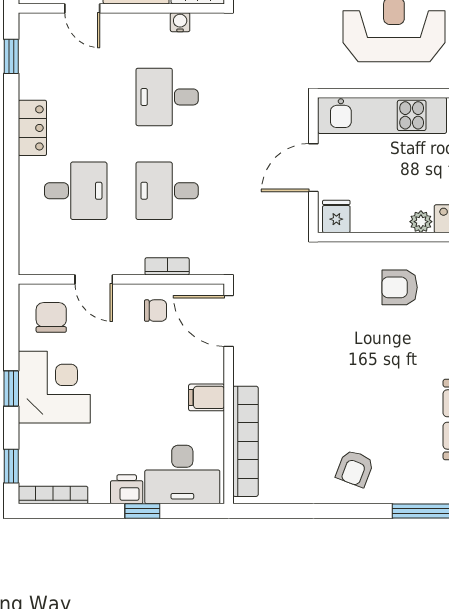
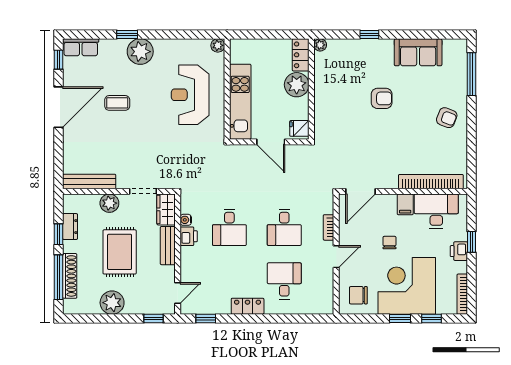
door: (82, 8) -> (178, 293), moved
printer: (152, 27) -> (189, 236), added
plant: (421, 222) -> (297, 85), width x1.88, depth x1.88
door: (94, 279) -> (336, 257), moved
armchair: (400, 287) -> (382, 98), moved, turned -90
chair: (156, 311) -> (389, 243), moved
corner desk: (54, 387) -> (407, 286), width x1.36, depth x1.36
window: (11, 466) -> (431, 319), moved
desk: (182, 475) -> (436, 211), moved, turned -90

